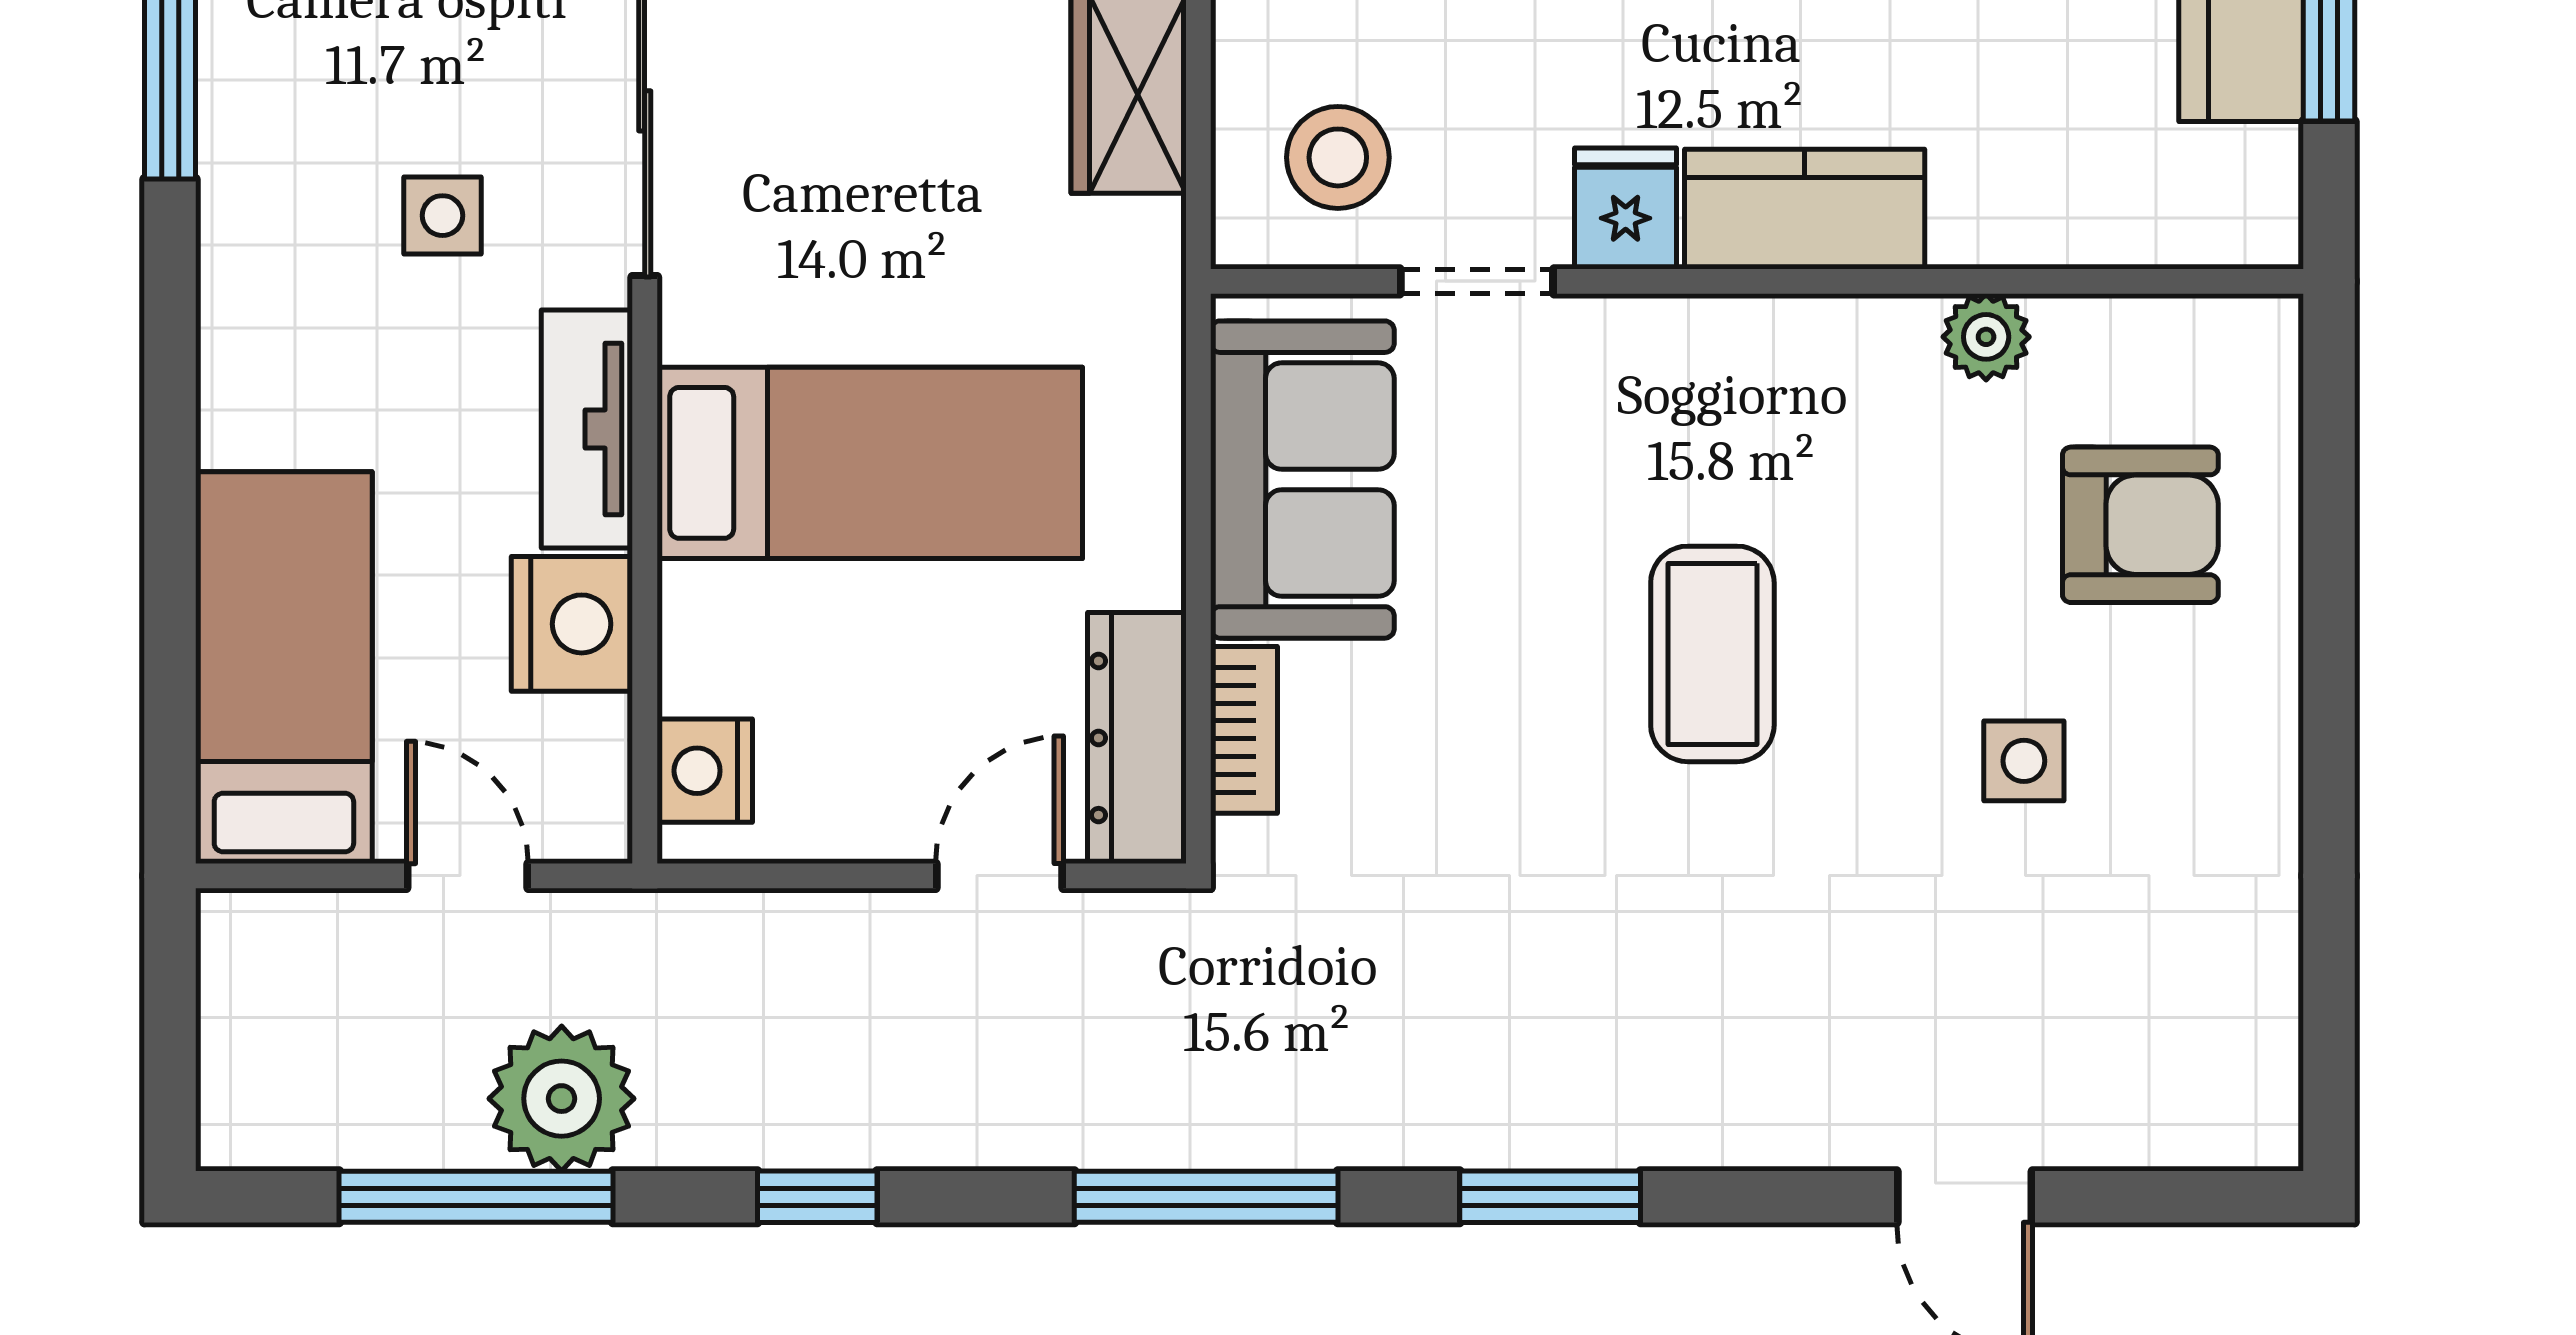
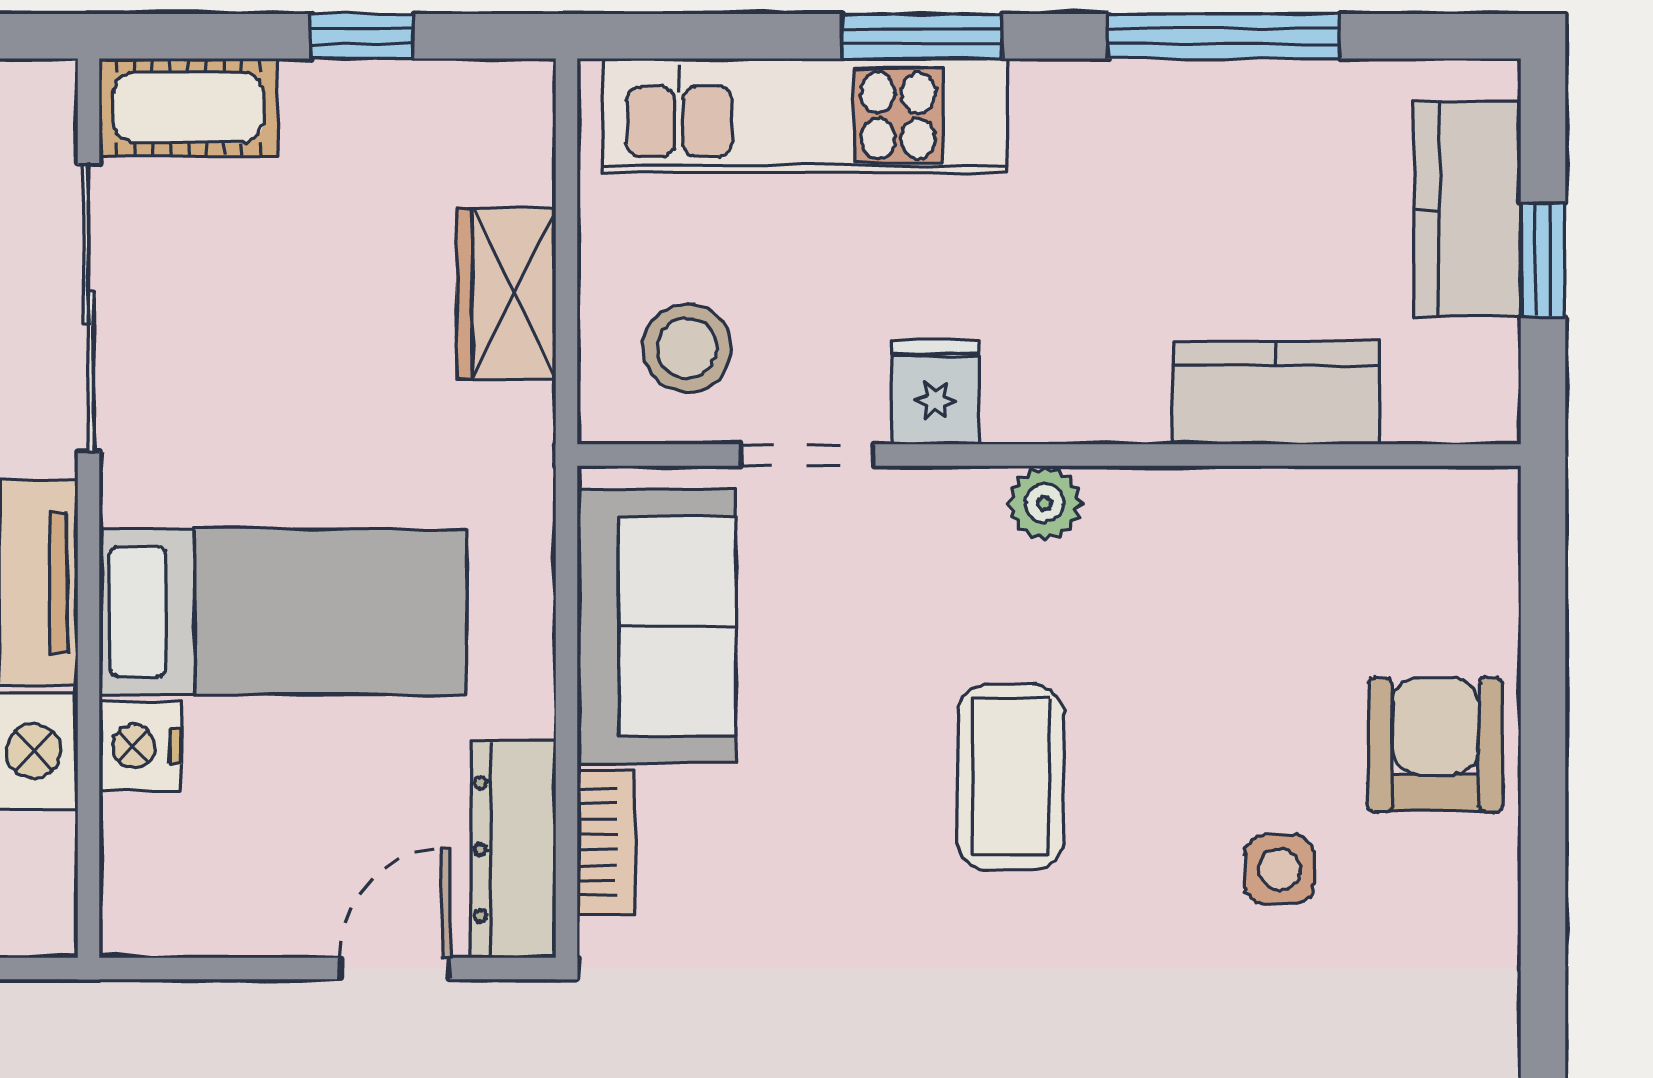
kitchen counter: (1805, 209) -> (1276, 393), moved
plant: (1986, 337) -> (1045, 503), moved
armchair: (2140, 525) -> (1435, 745), moved, turned -90
nightstand: (705, 771) -> (140, 746), moved

